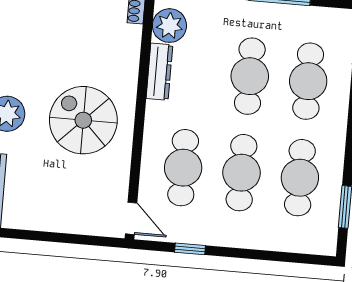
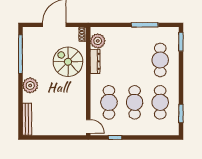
cafe table: (250, 76) -> (135, 60), removed
spiral stairs: (83, 120) -> (68, 62), moved

